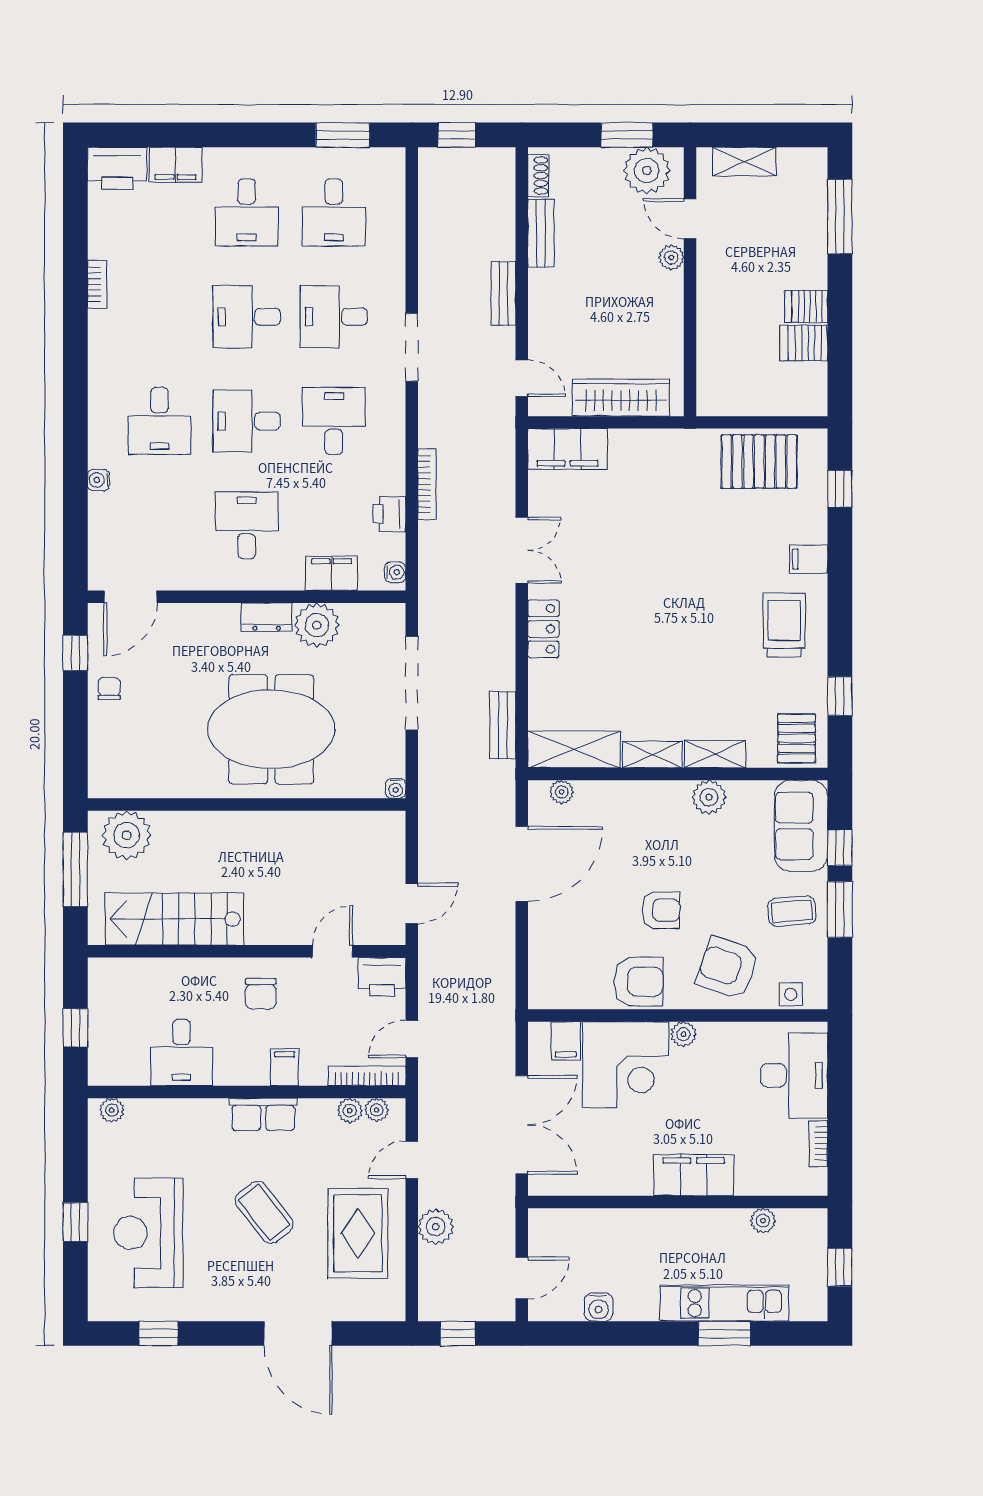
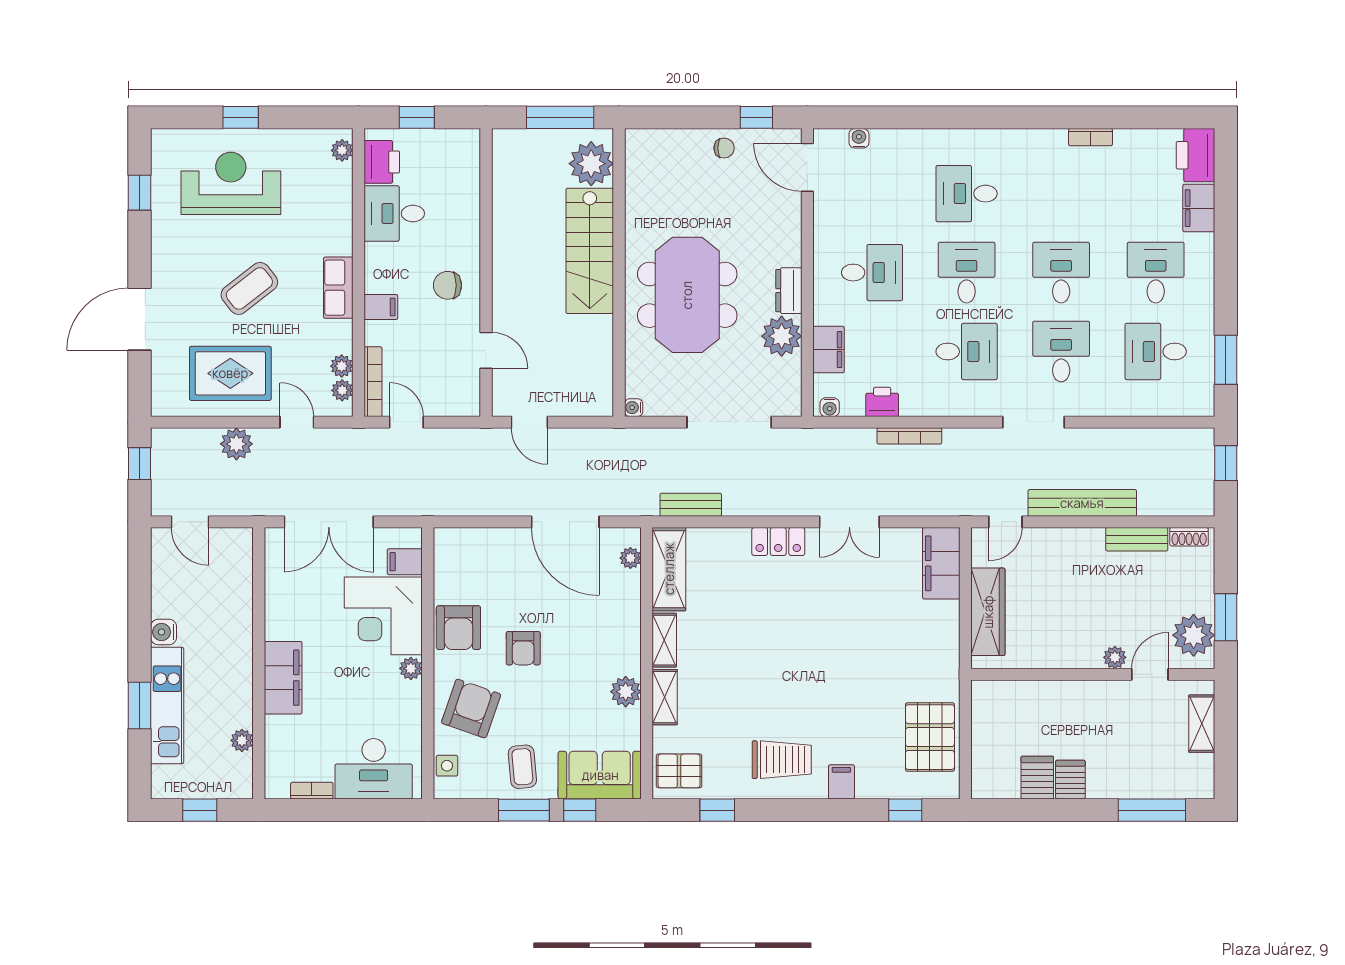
desk: (247, 212) -> (1156, 273), turned 90
bench: (503, 293) -> (1082, 503), width x1.86, depth x1.21
water cooler: (99, 480) -> (859, 138), moved
stairs: (174, 919) -> (590, 251), moved, turned 180
printer: (382, 977) -> (382, 162), moved, turned 180
water cooler: (599, 1307) -> (164, 632), moved

